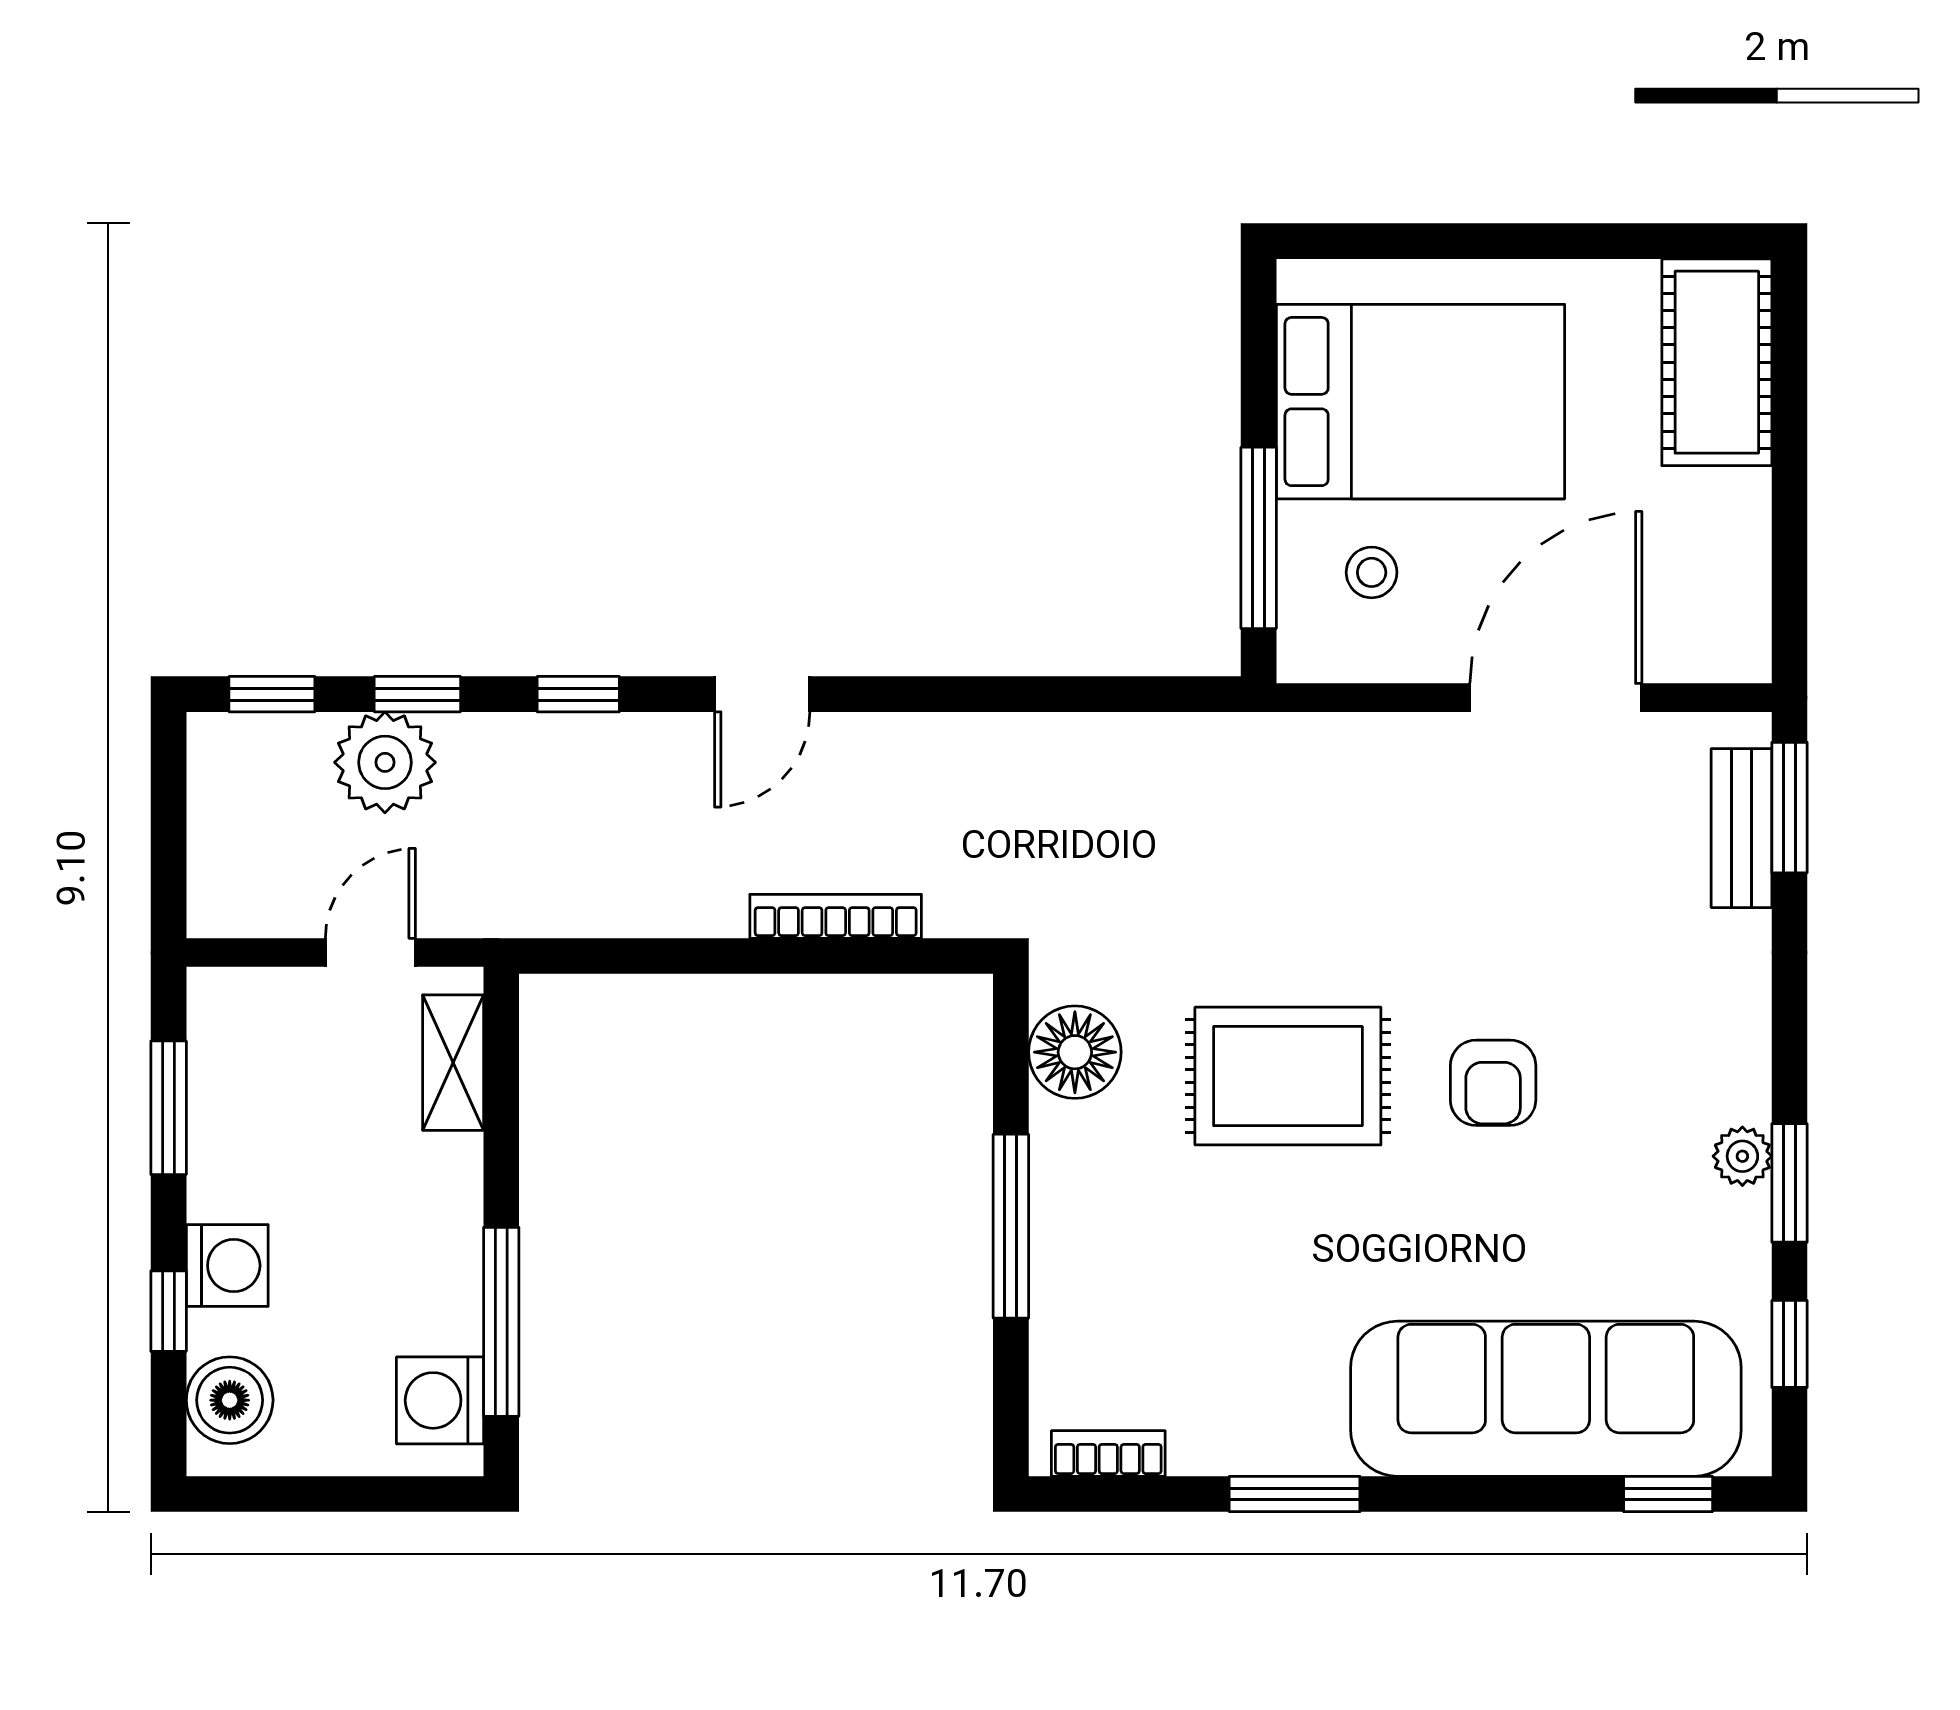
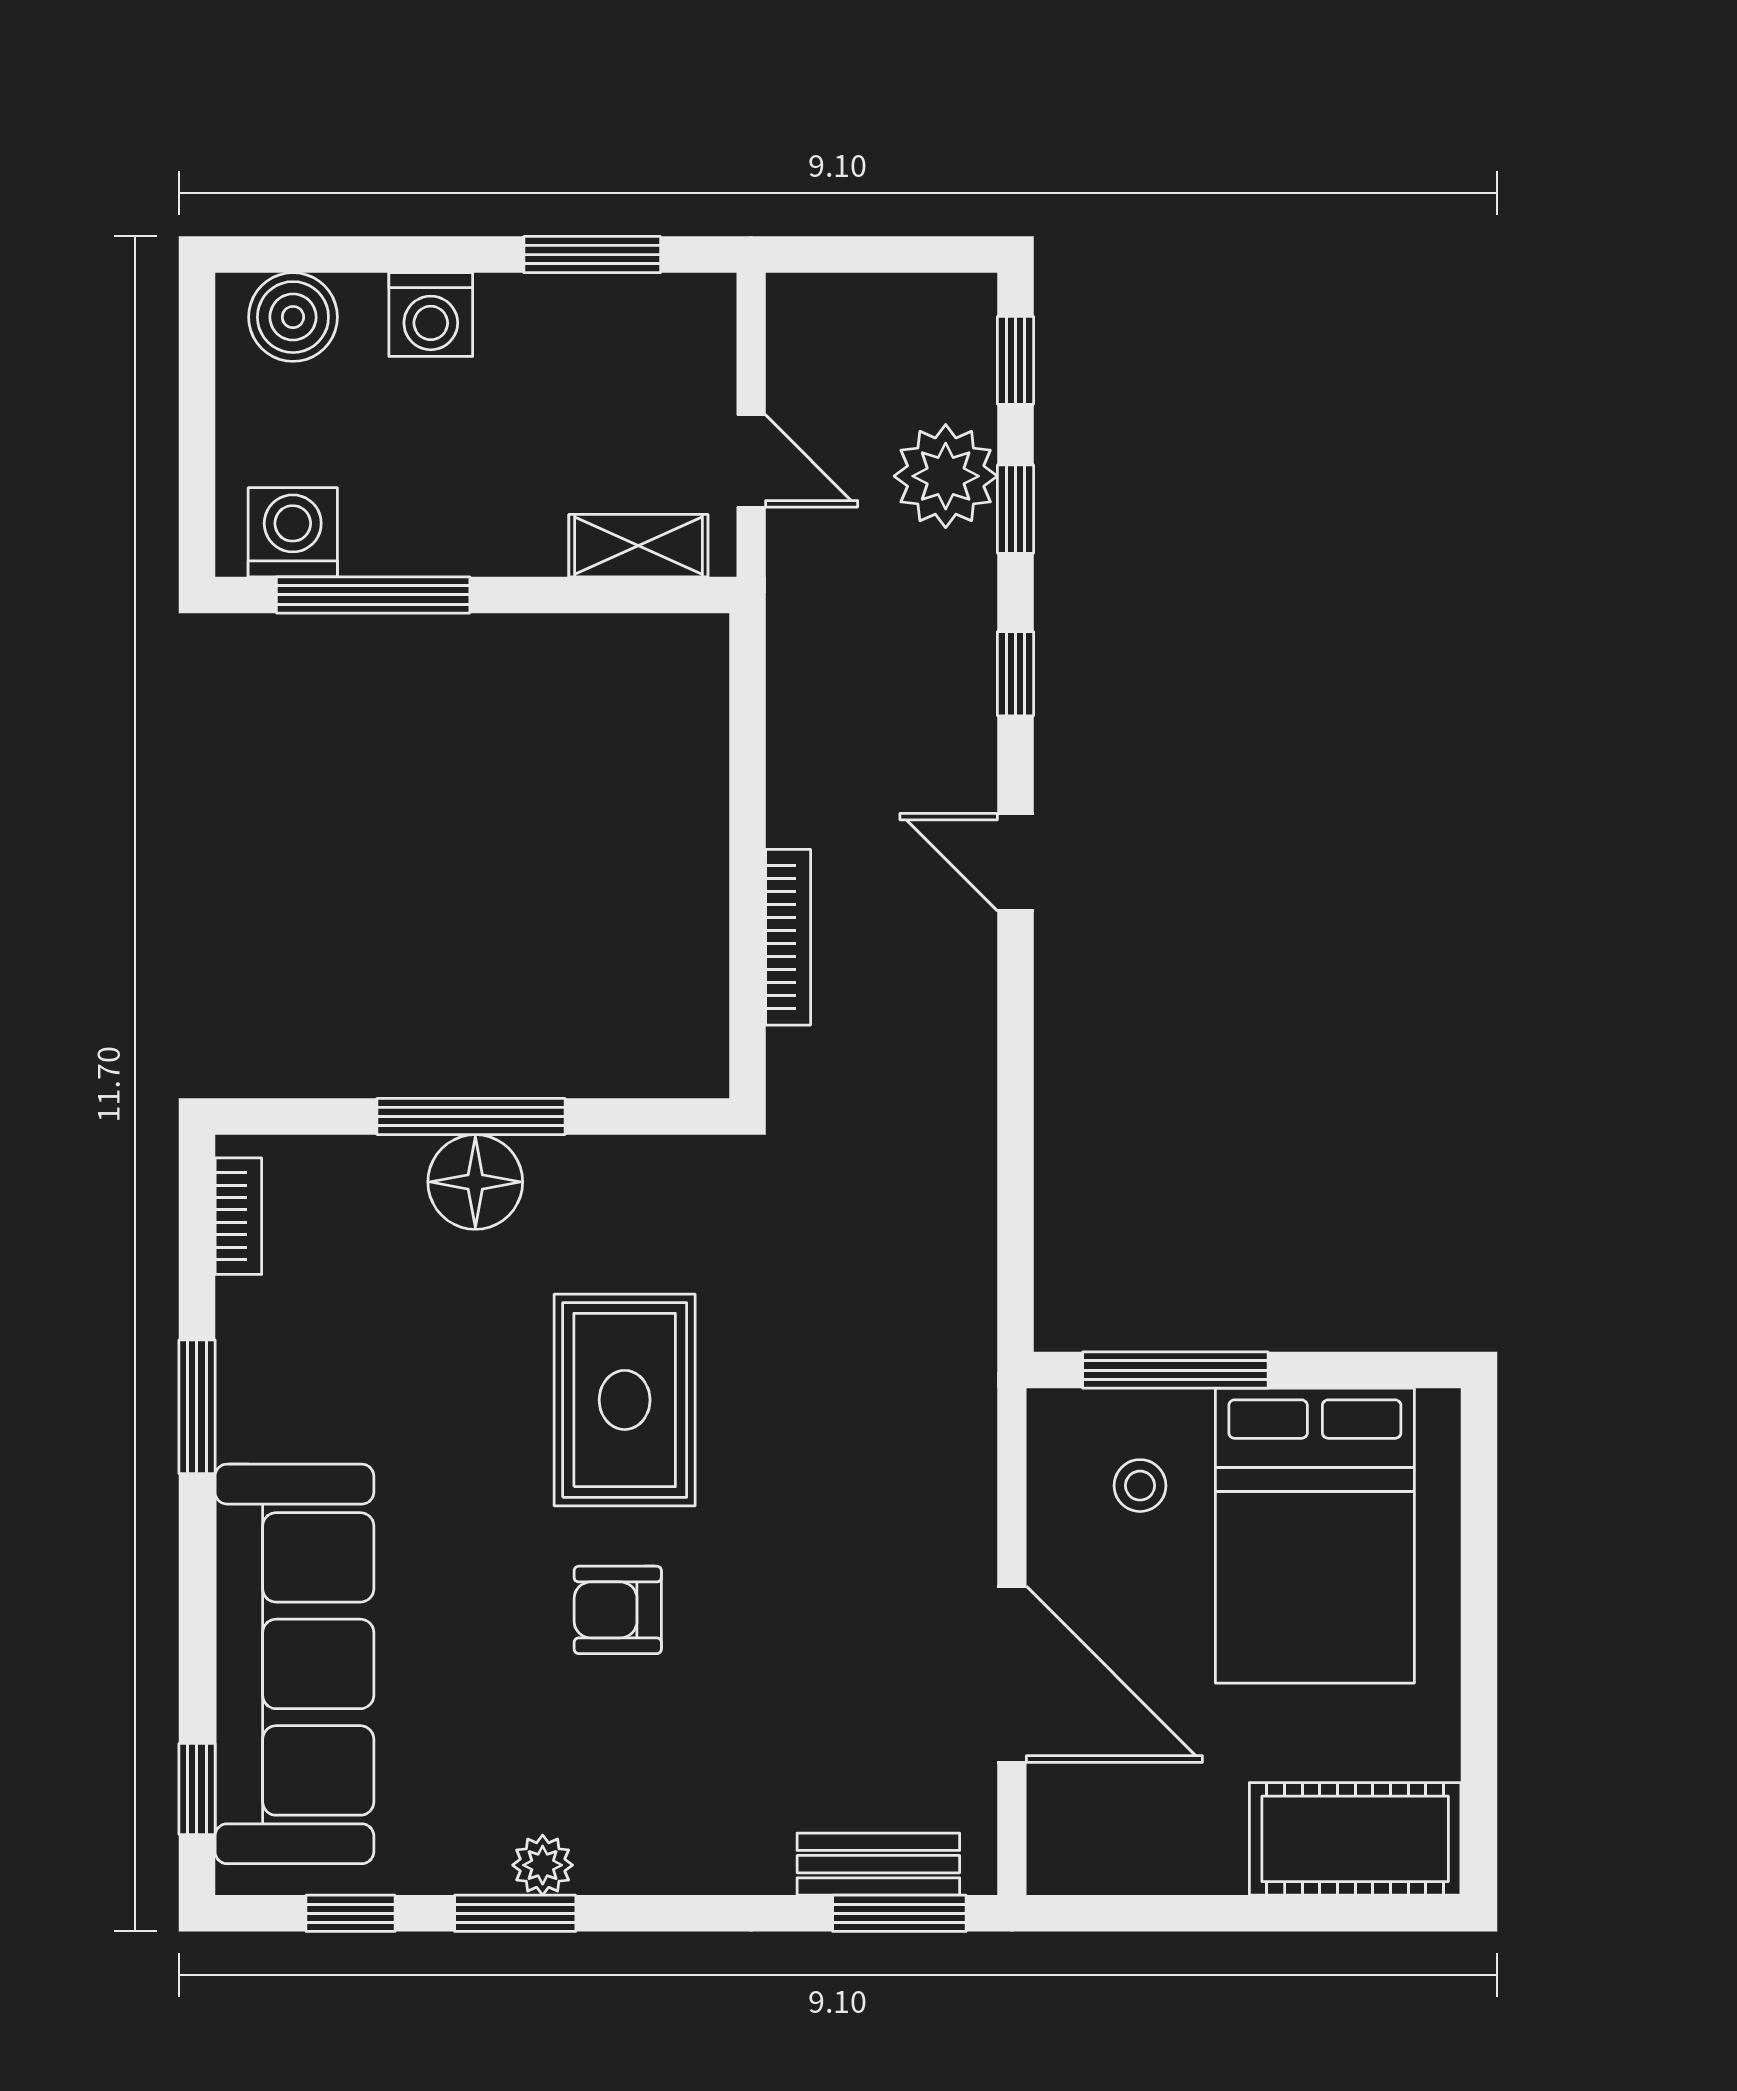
floor lamp: (1075, 1052) -> (475, 1182), moved
window: (169, 1311) -> (384, 255), removed

